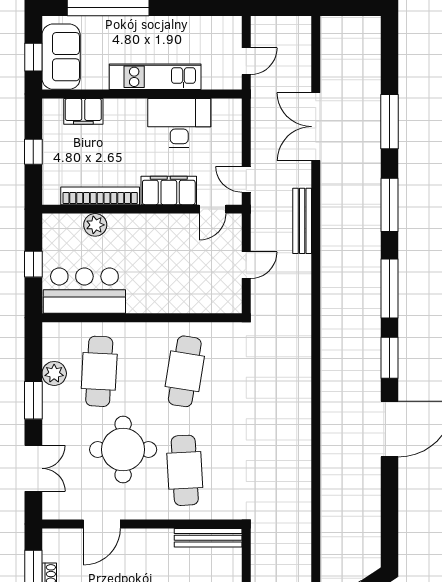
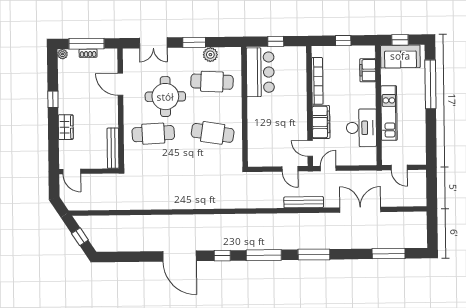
window: (390, 122) -> (389, 254), moved
plant: (95, 225) -> (300, 78), removed
door: (246, 265) -> (290, 169), moved
window: (390, 358) -> (222, 256), width x0.67

